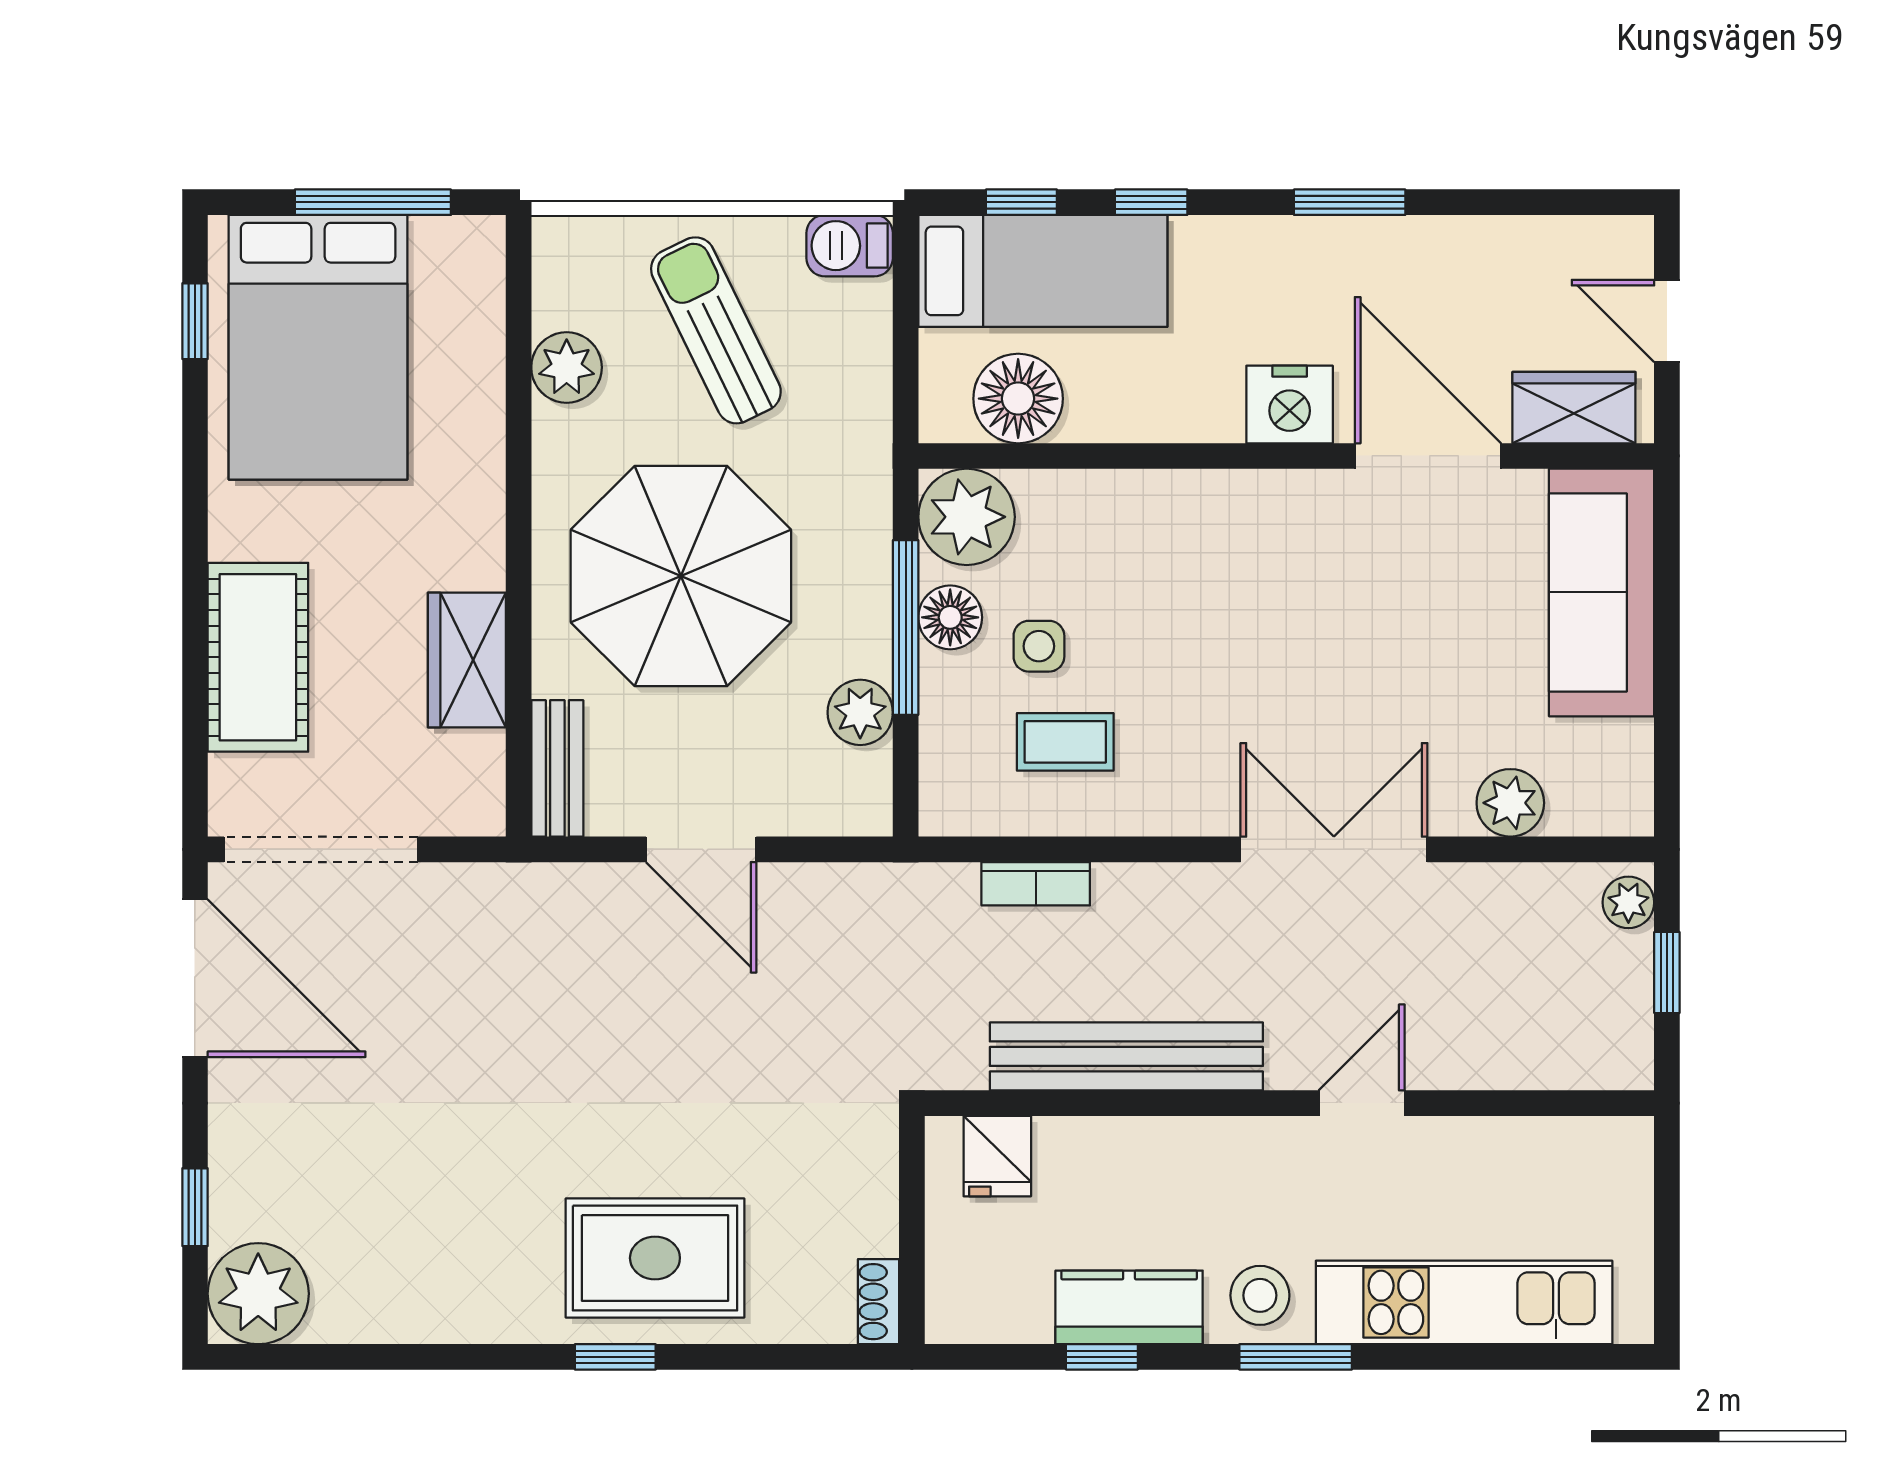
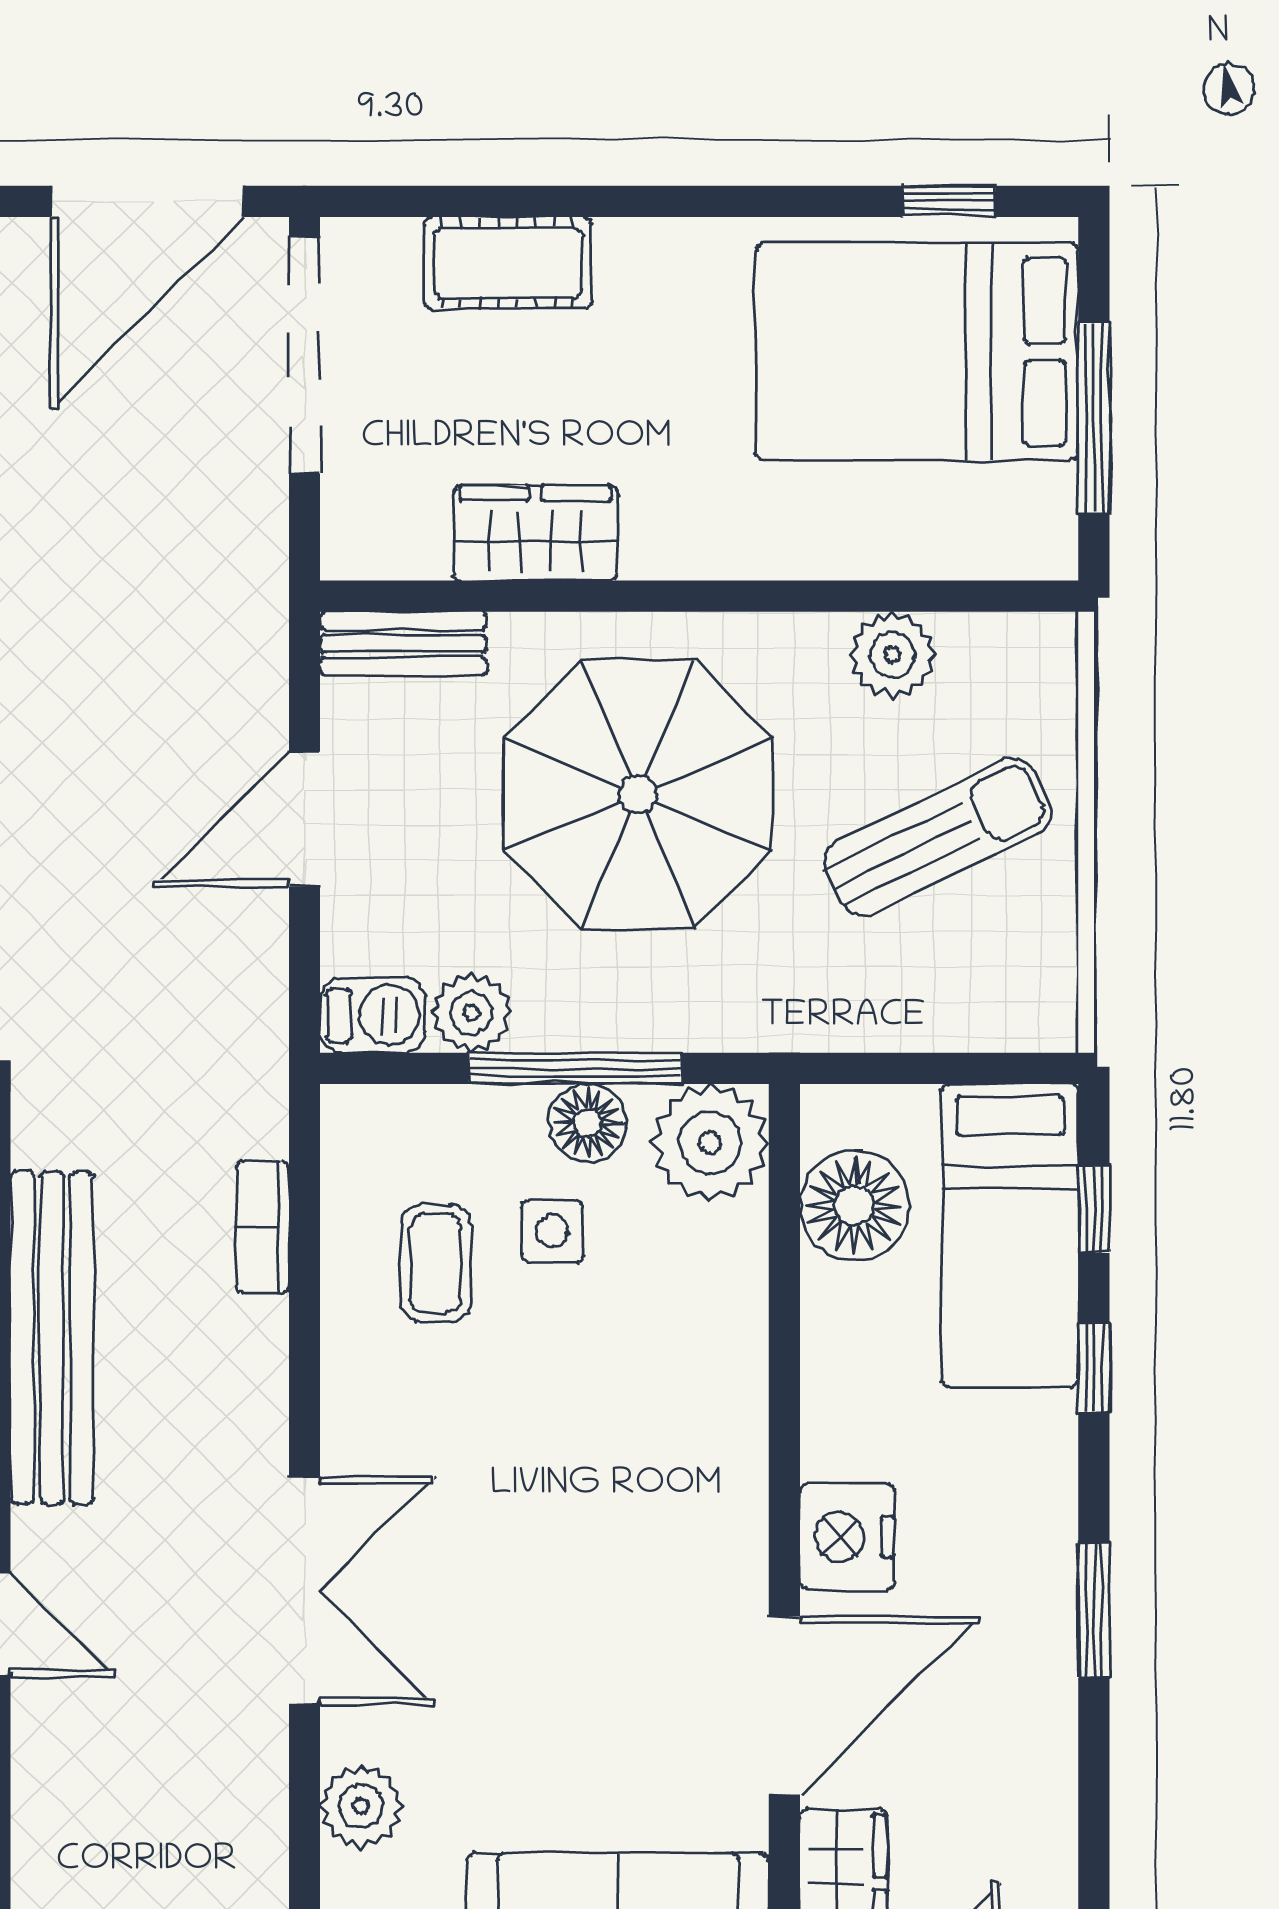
barbecue: (850, 246) -> (373, 1015), moved, turned 90
cot: (258, 657) -> (508, 263), width x0.73, depth x0.75

